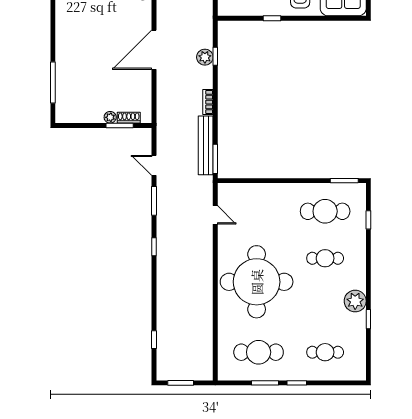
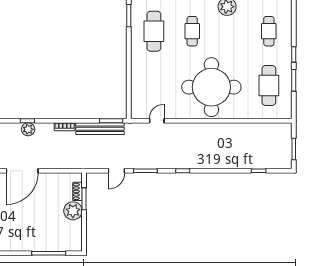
door: (154, 50) -> (22, 171), hinge flipped
plant: (110, 117) -> (73, 211), width x1.88, depth x1.88

